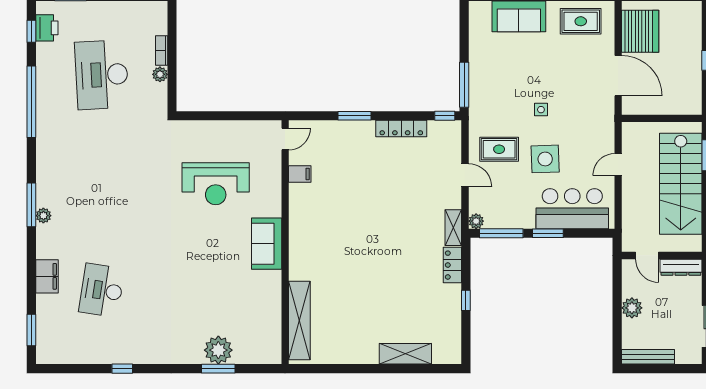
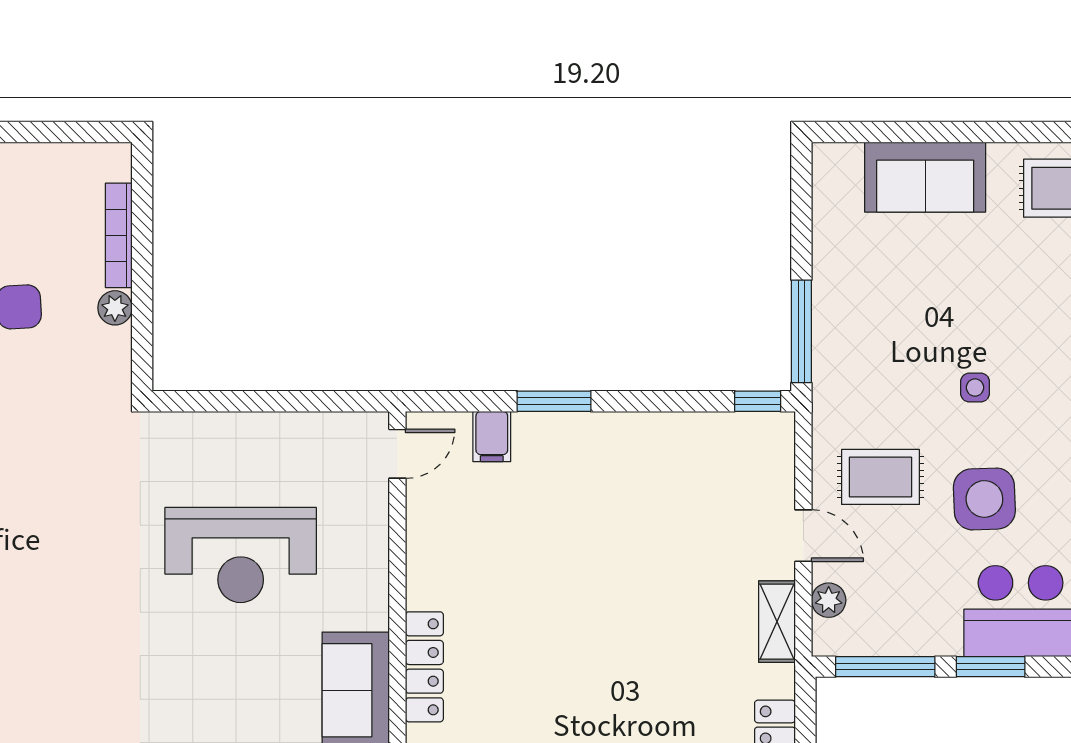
bookcase: (162, 51) -> (119, 235), width x1.56
locker: (401, 129) -> (424, 667), moved, turned -90
filing cabinet: (300, 174) -> (492, 437), moved, turned 90
plant: (476, 221) -> (829, 600), moved
shelving: (453, 228) -> (777, 622), moved

